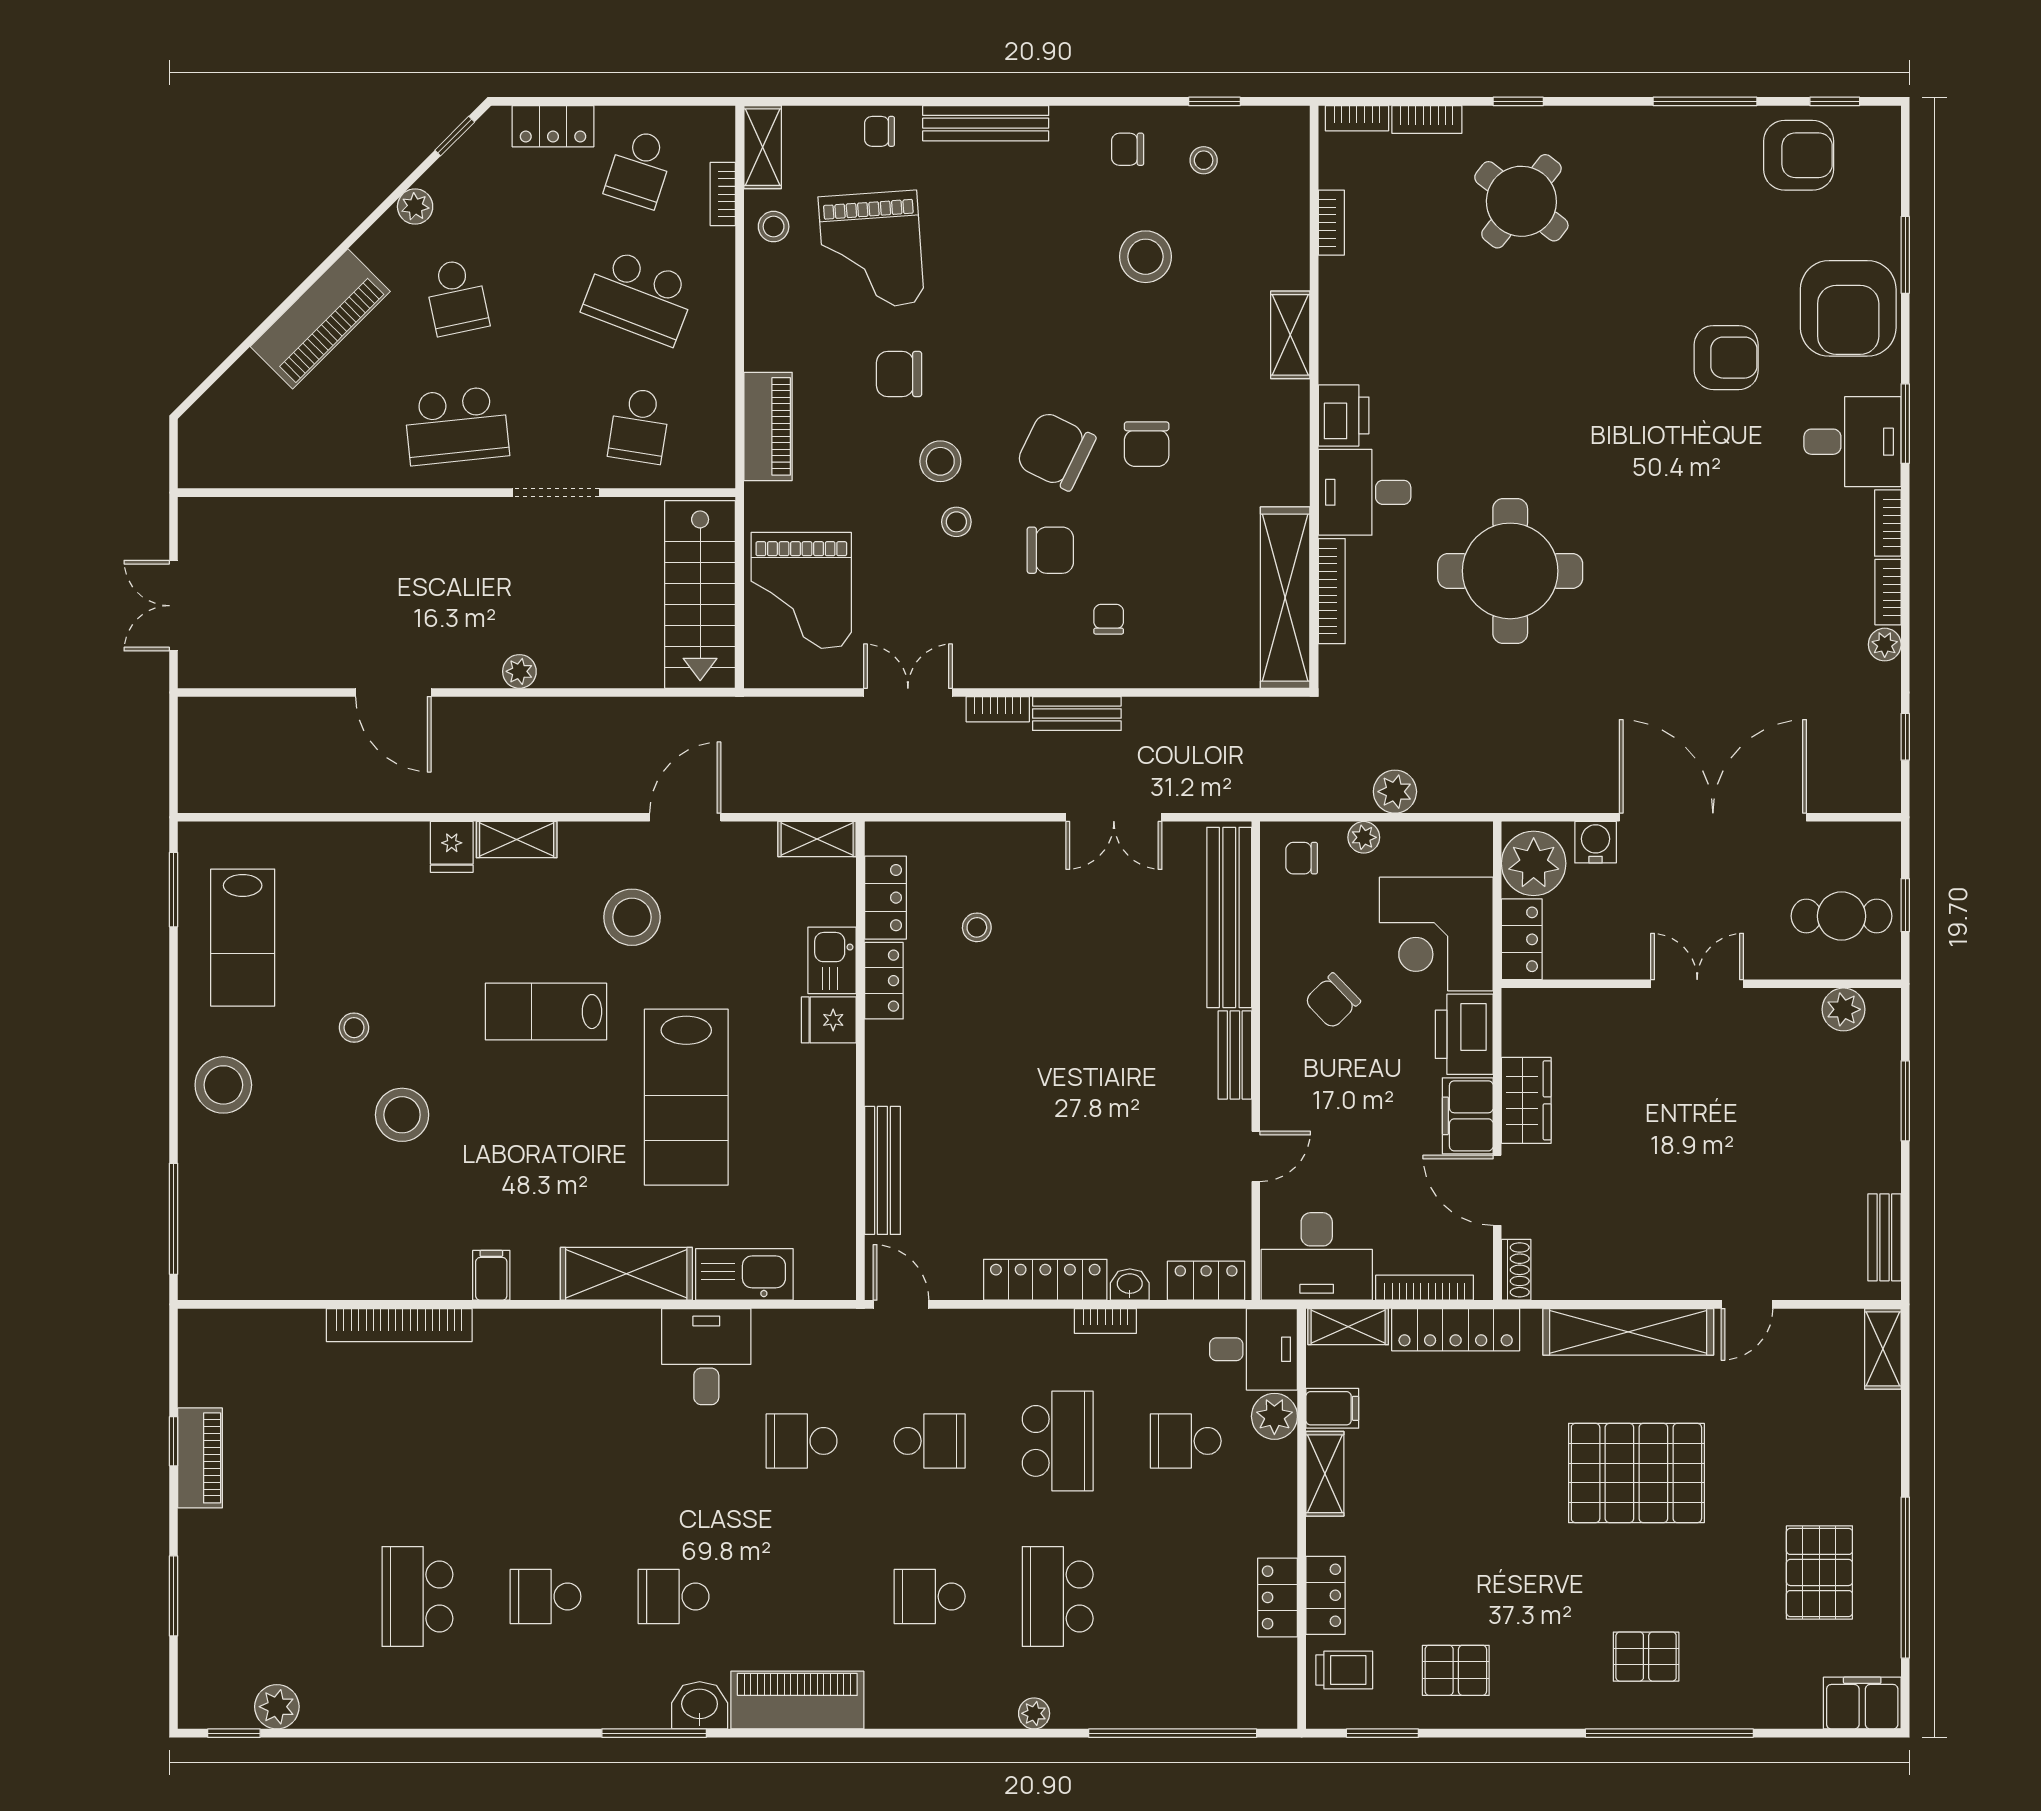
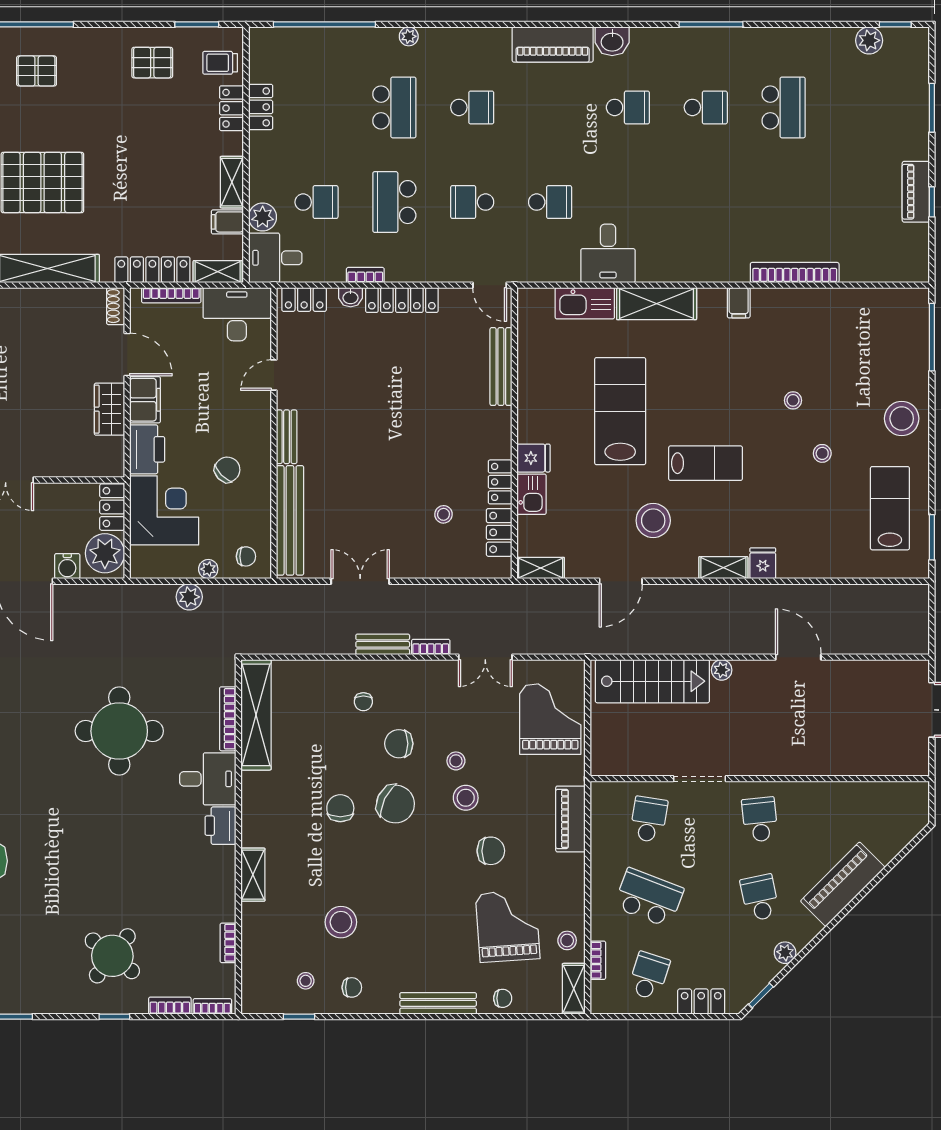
school desk: (457, 426) -> (760, 819), width x0.54
stairs: (700, 594) -> (652, 681), moved, turned 90
stool: (402, 1115) -> (793, 400), width x0.53, depth x0.53
window: (654, 1733) -> (711, 24), moved

